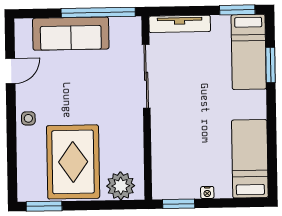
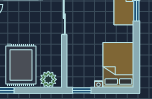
bed: (250, 159) -> (118, 65), width x1.50

